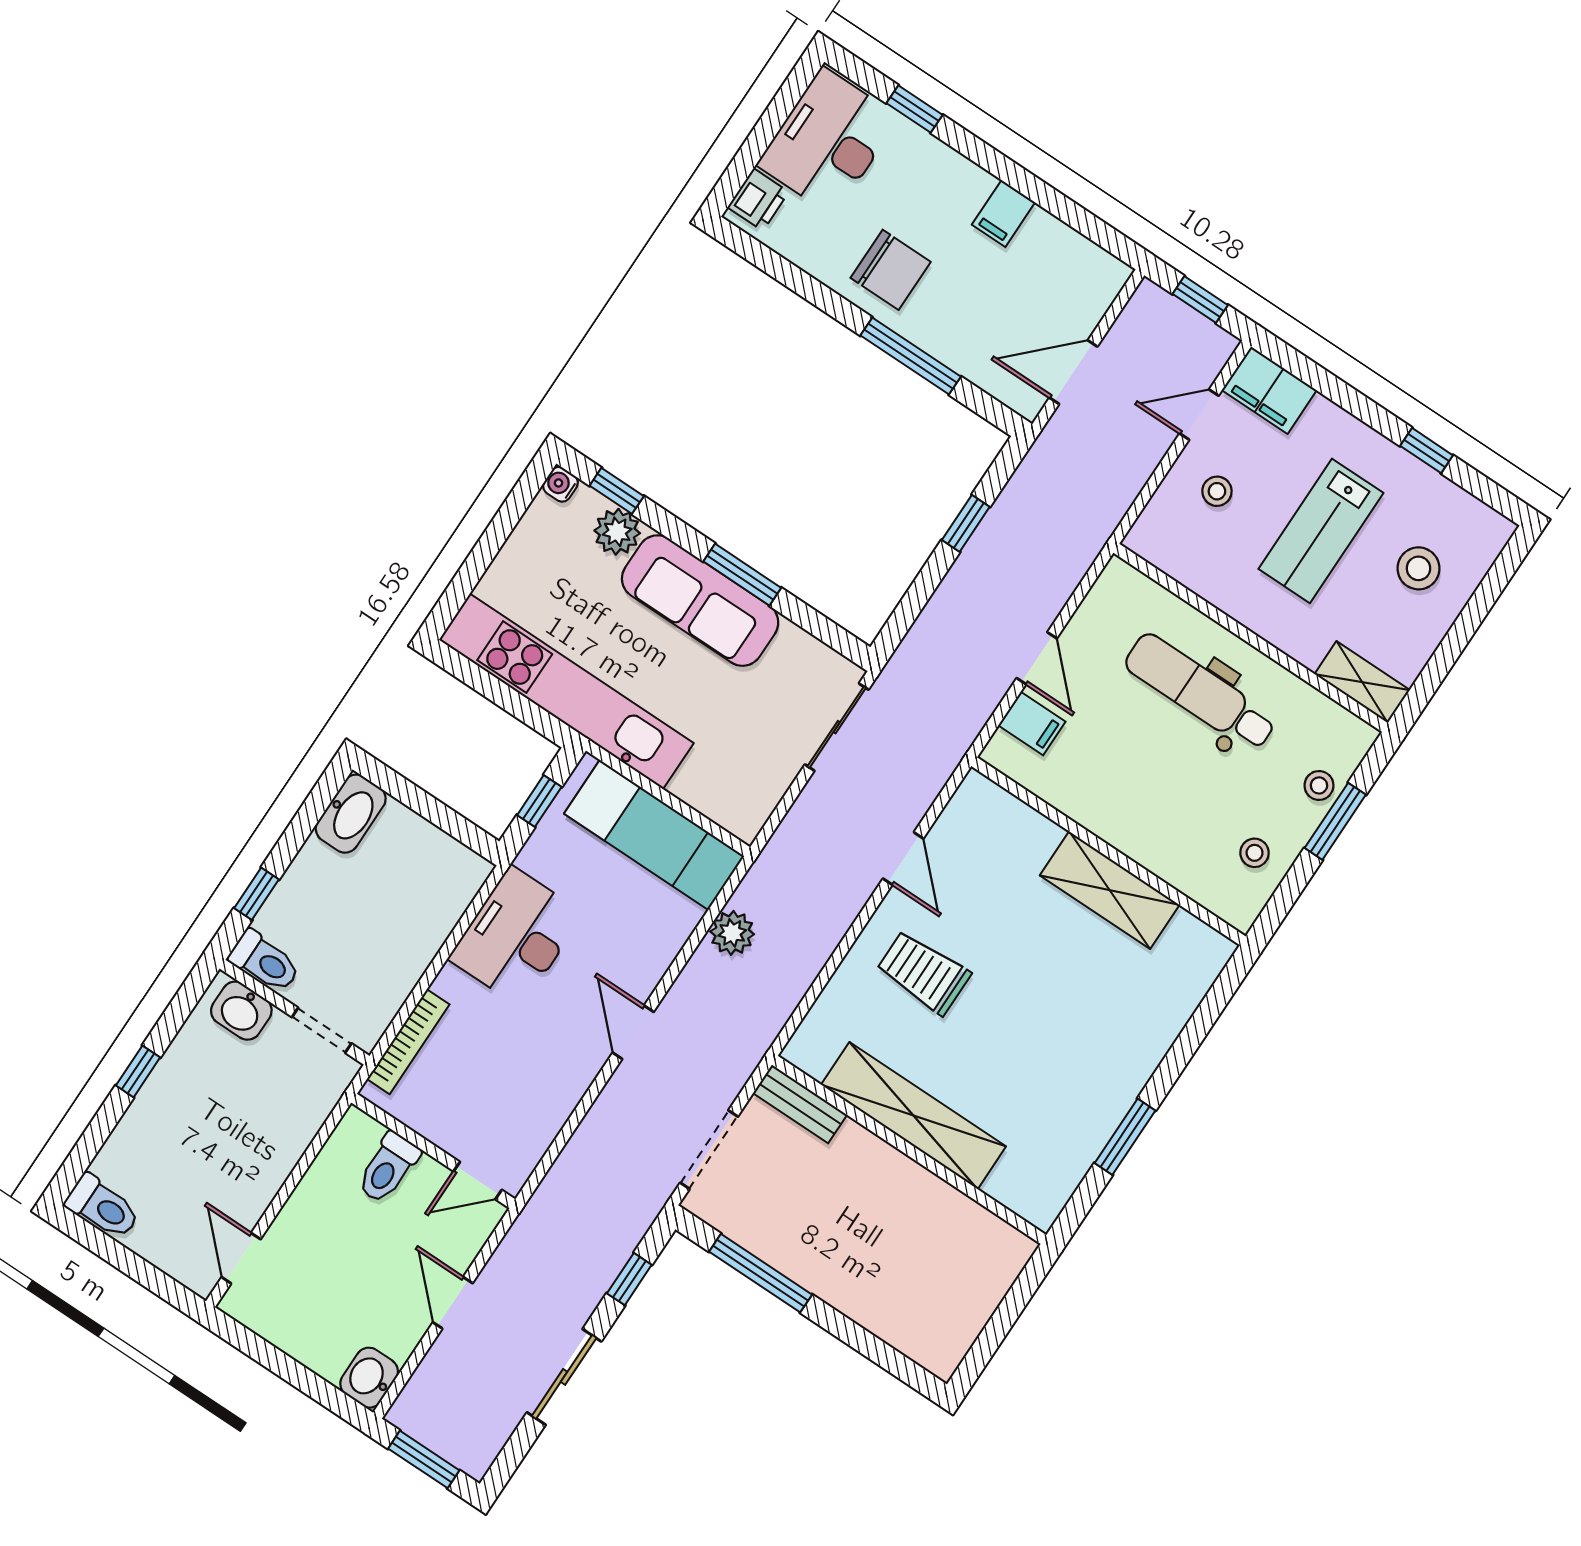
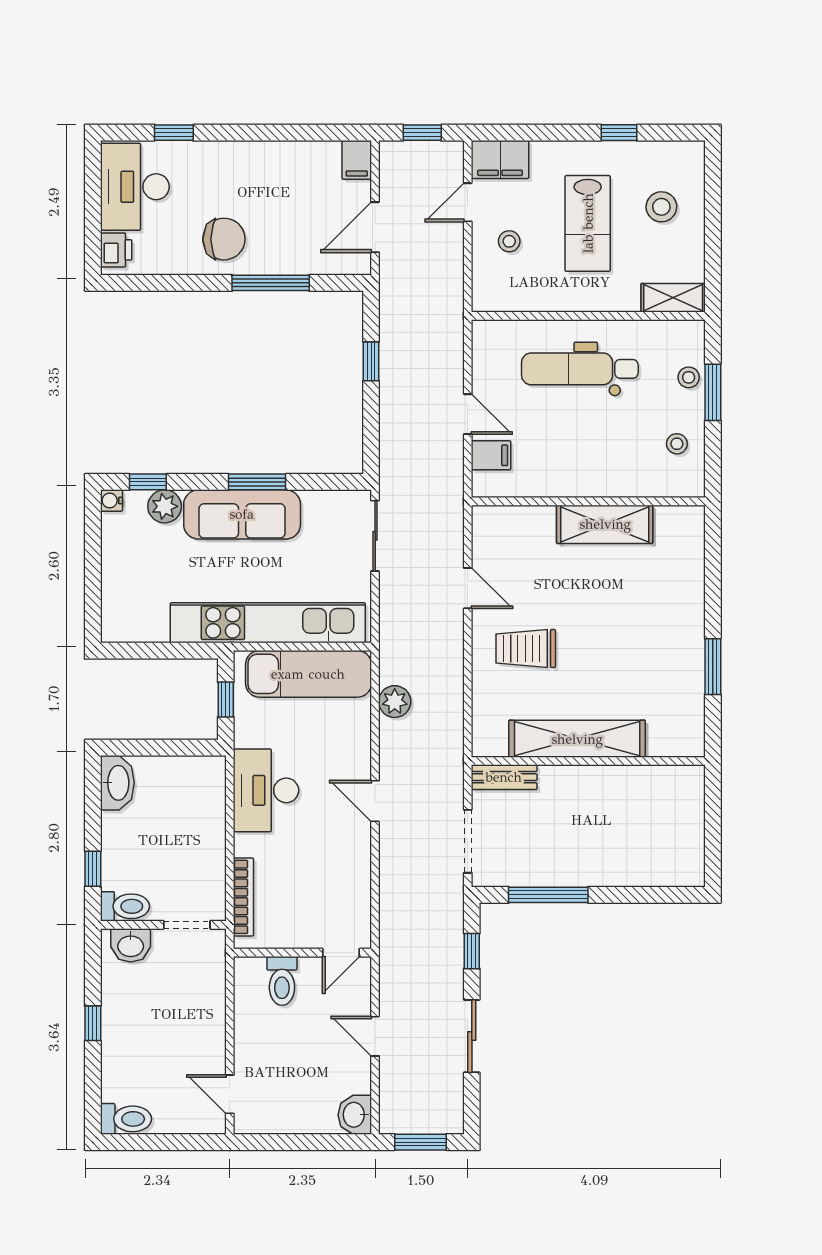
filing cabinet: (1003, 214) -> (357, 160), moved
kitchen unit: (566, 691) -> (268, 623), moved

